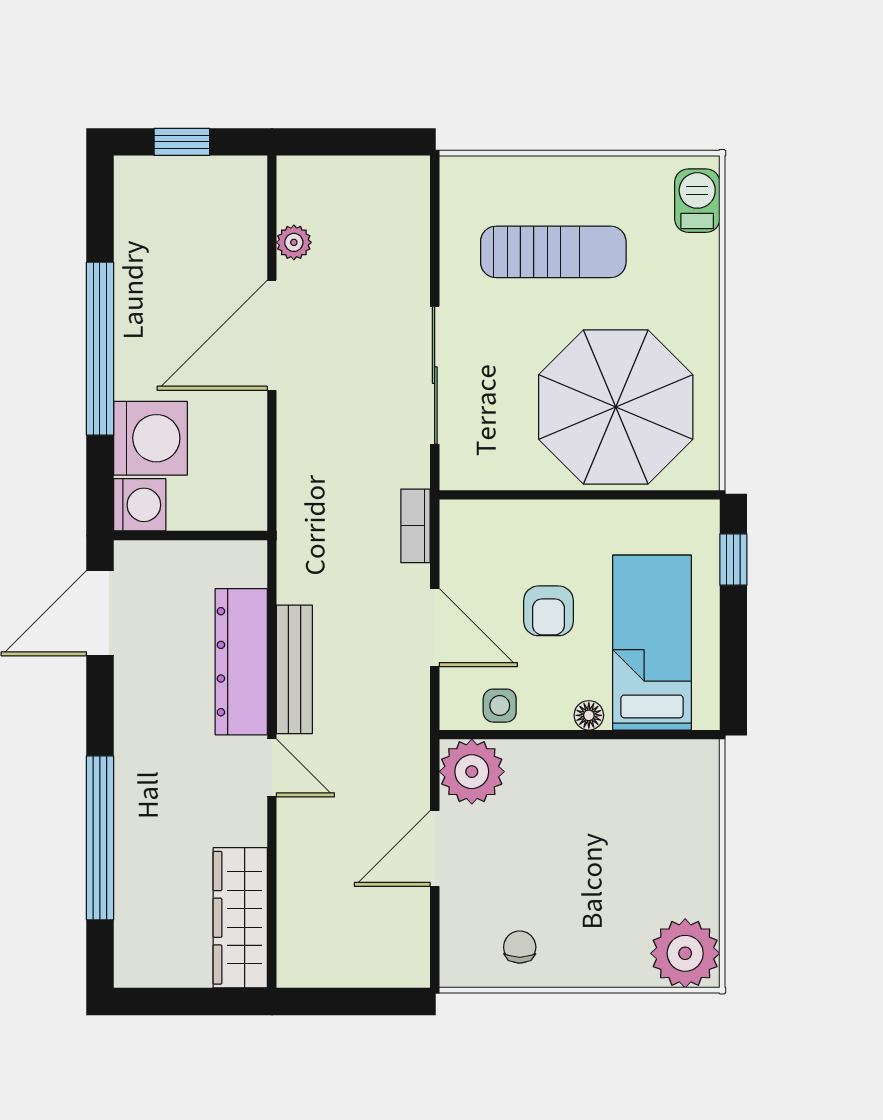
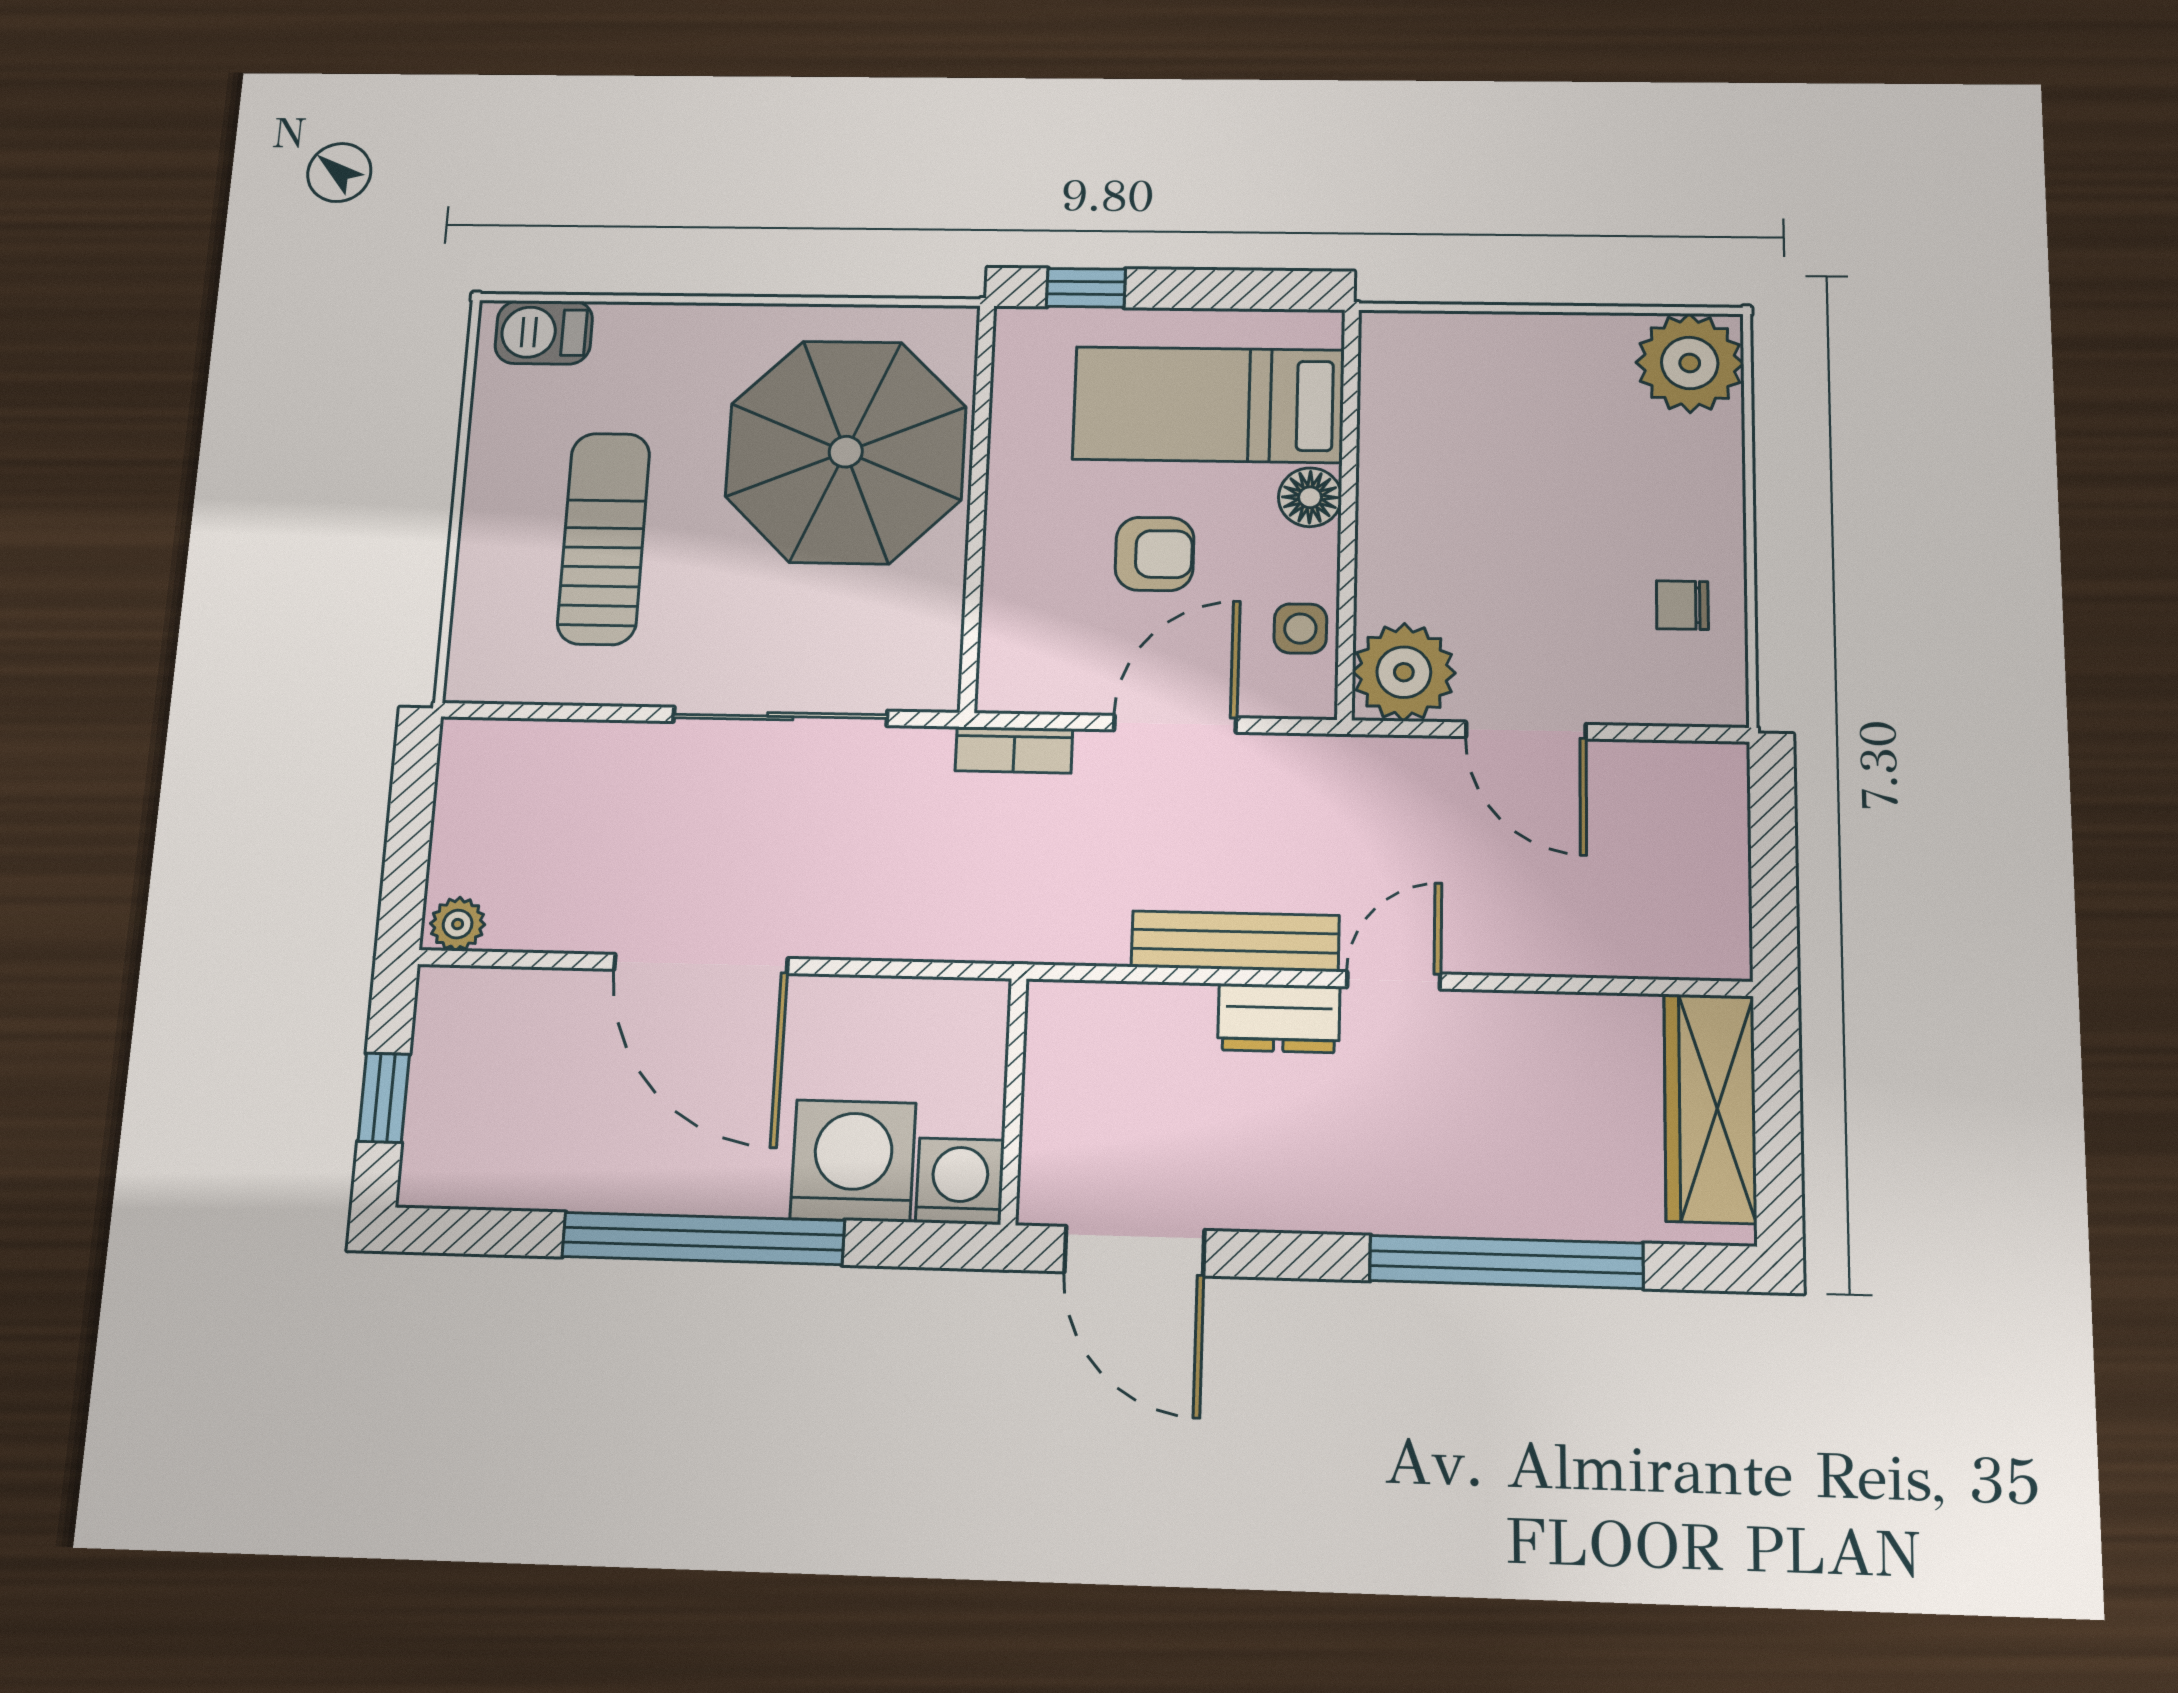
plant: (294, 242) -> (458, 924), moved
dresser: (241, 662) -> (1279, 1018), width x0.51, depth x0.80
floor lamp: (589, 715) -> (1310, 497), width x1.37, depth x1.37
wardrobe: (240, 918) -> (1710, 1108), moved, turned 90

